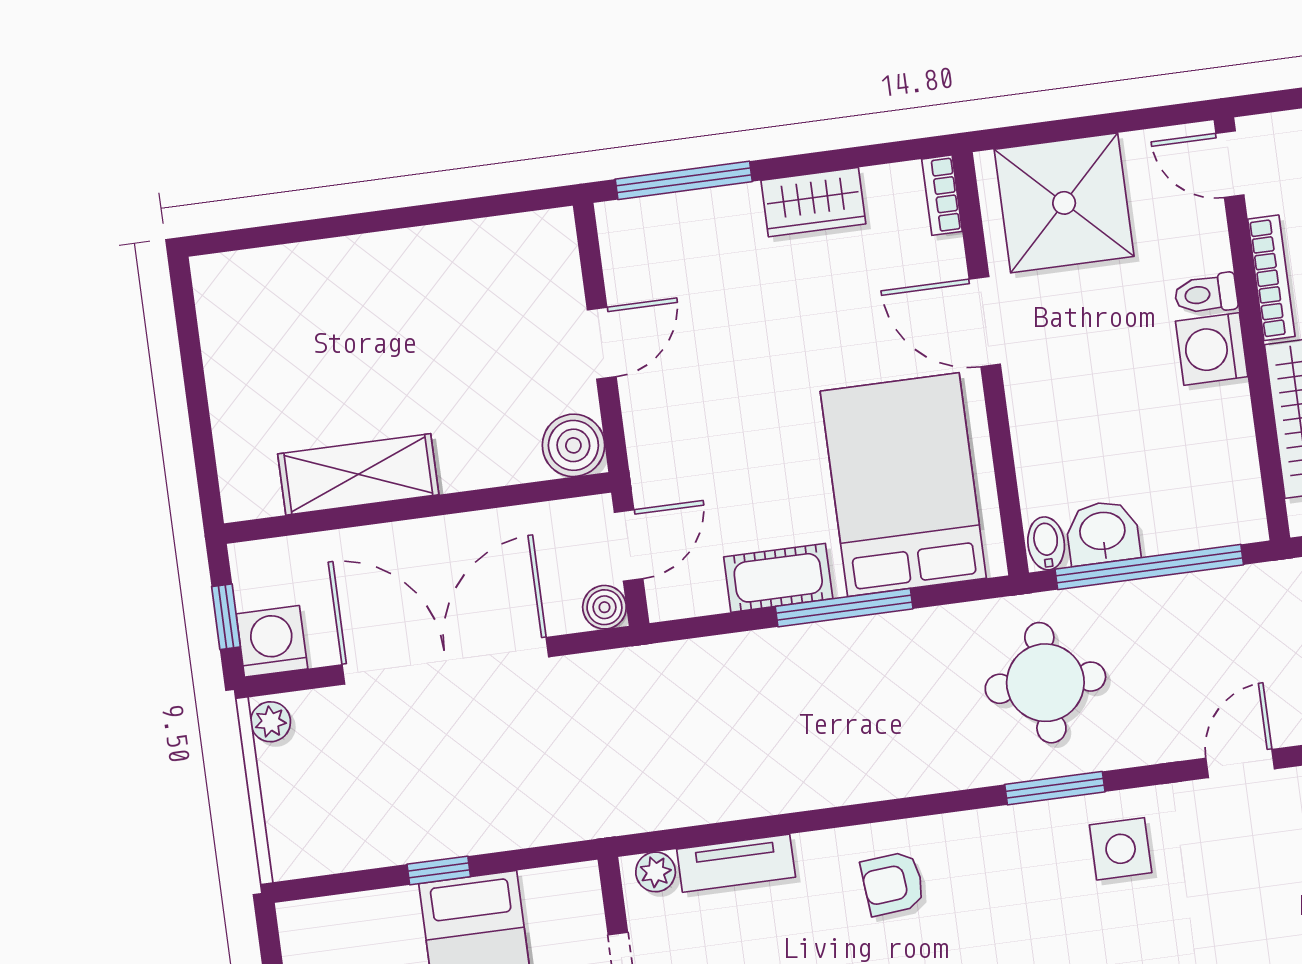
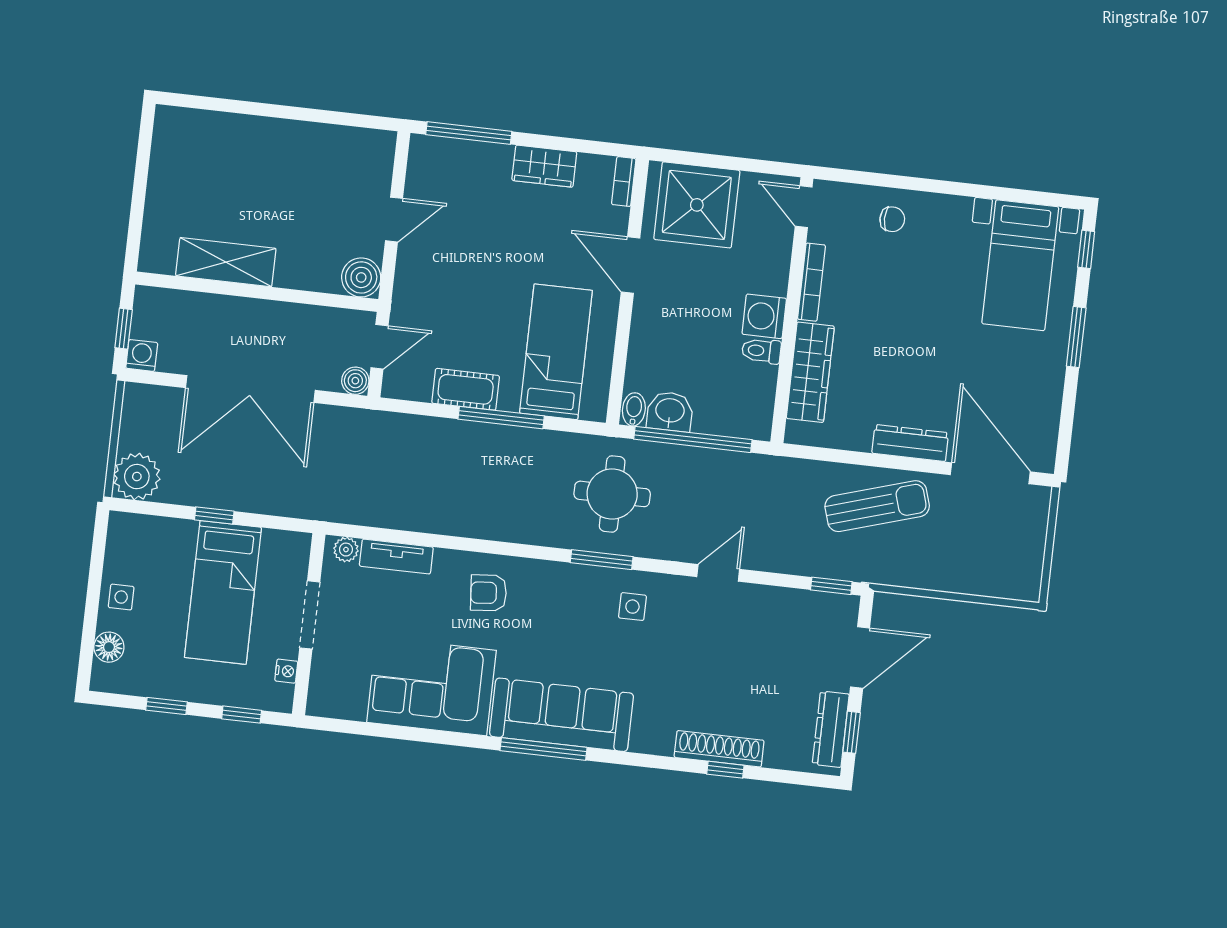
toilet: (1206, 294) -> (761, 351), moved
bed: (903, 485) -> (556, 352), width x0.67
washing machine: (272, 641) -> (142, 355), width x0.73, depth x0.73
double door: (445, 661) -> (250, 389), swing flipped
plant: (271, 722) -> (137, 477), moved, width x1.87, depth x1.87
side table: (1121, 849) -> (632, 607), width x0.73, depth x0.73

